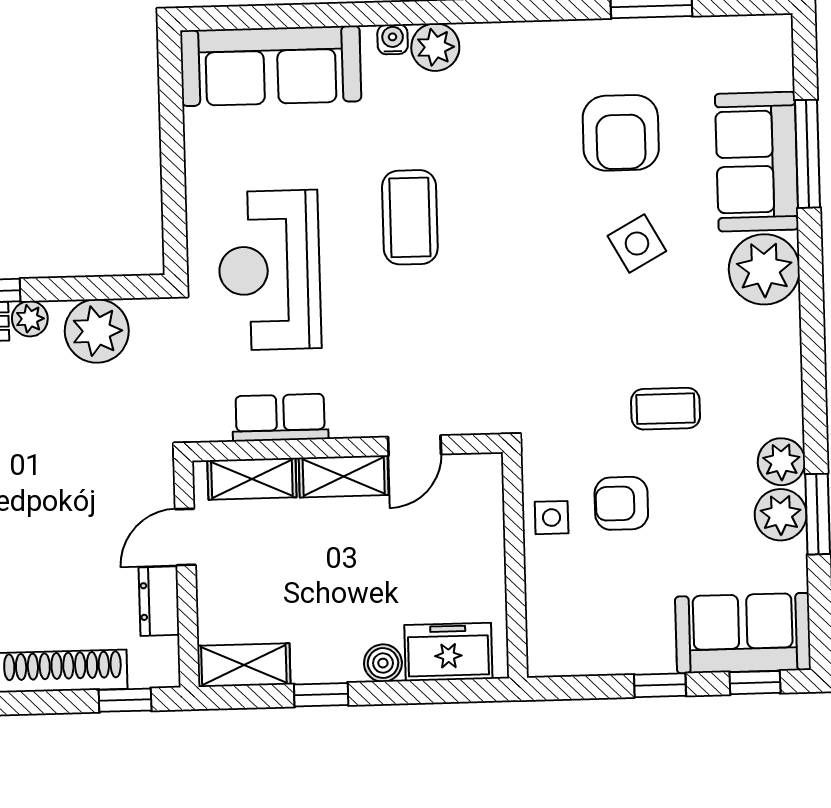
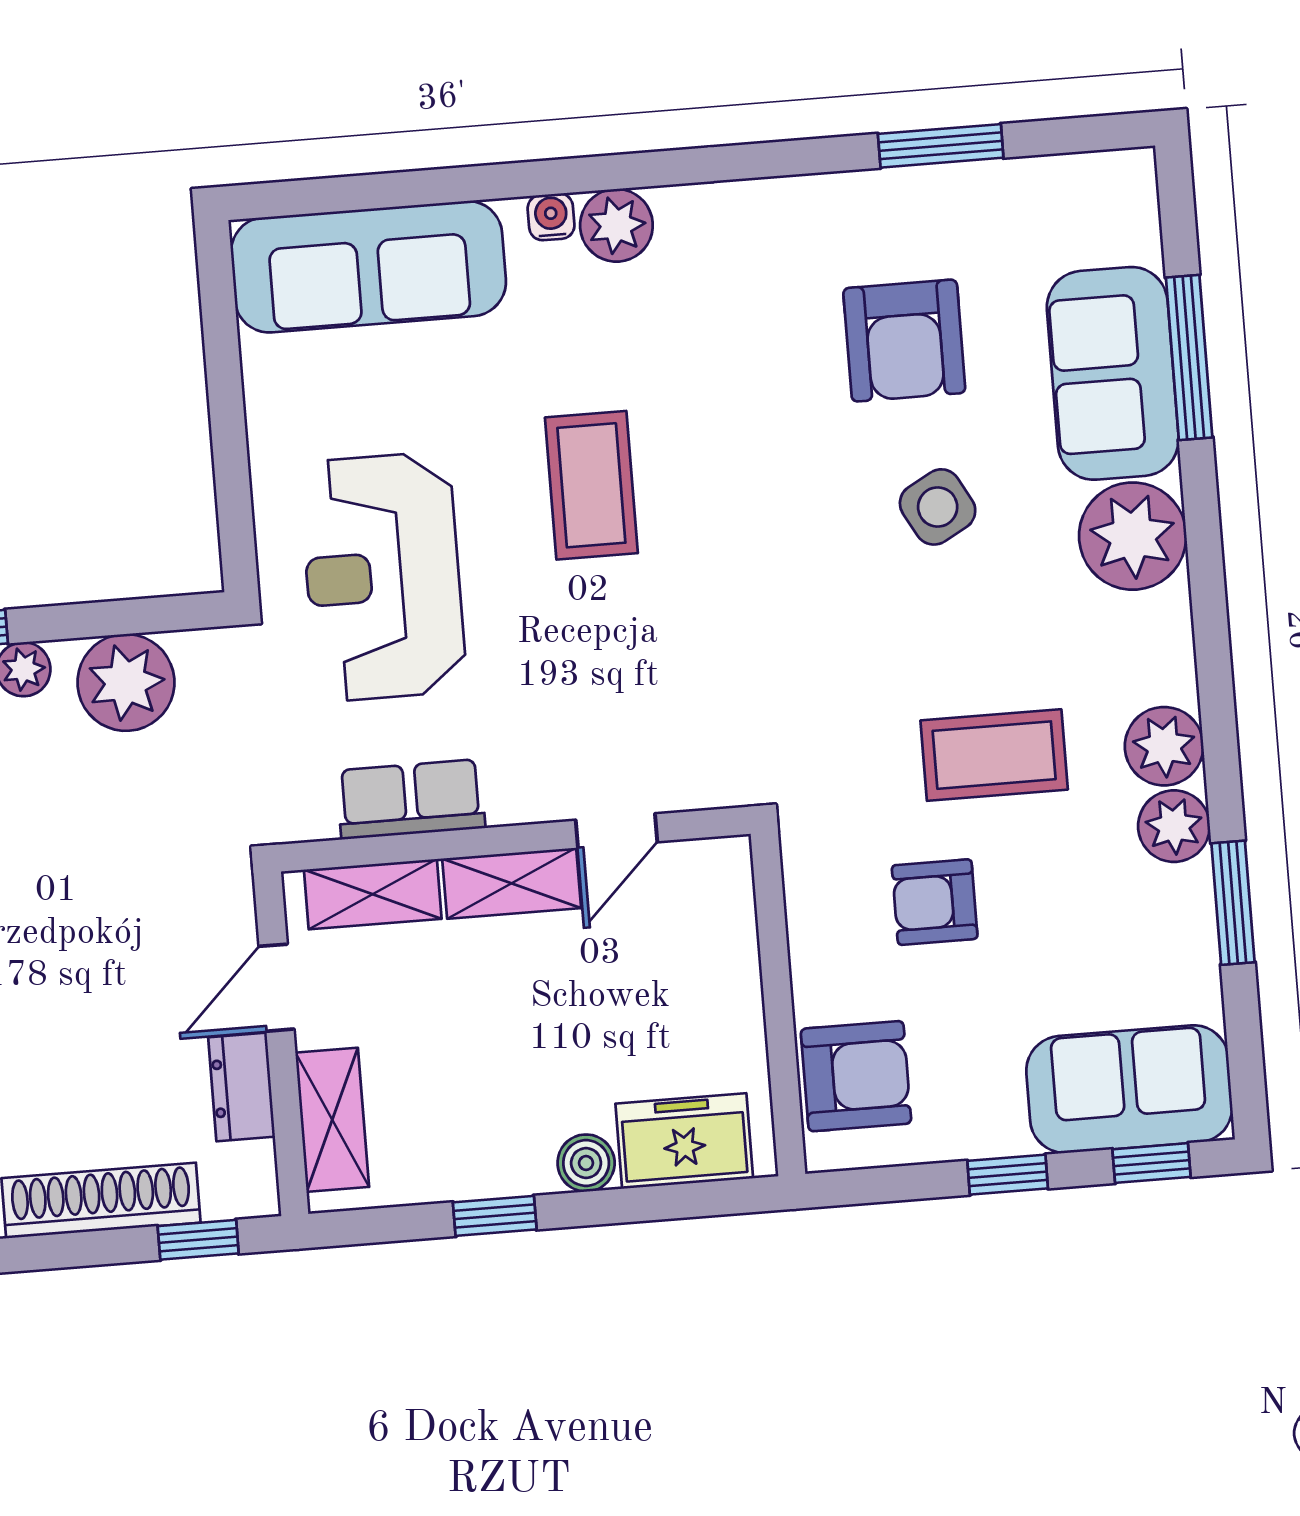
coffee table: (666, 409) -> (994, 755), width x1.36, depth x1.30
plant: (781, 515) -> (1164, 746), moved
side table: (552, 518) -> (830, 929), removed
armchair: (564, 615) -> (856, 1076), added
shelving: (244, 665) -> (332, 1120), moved, turned 90

